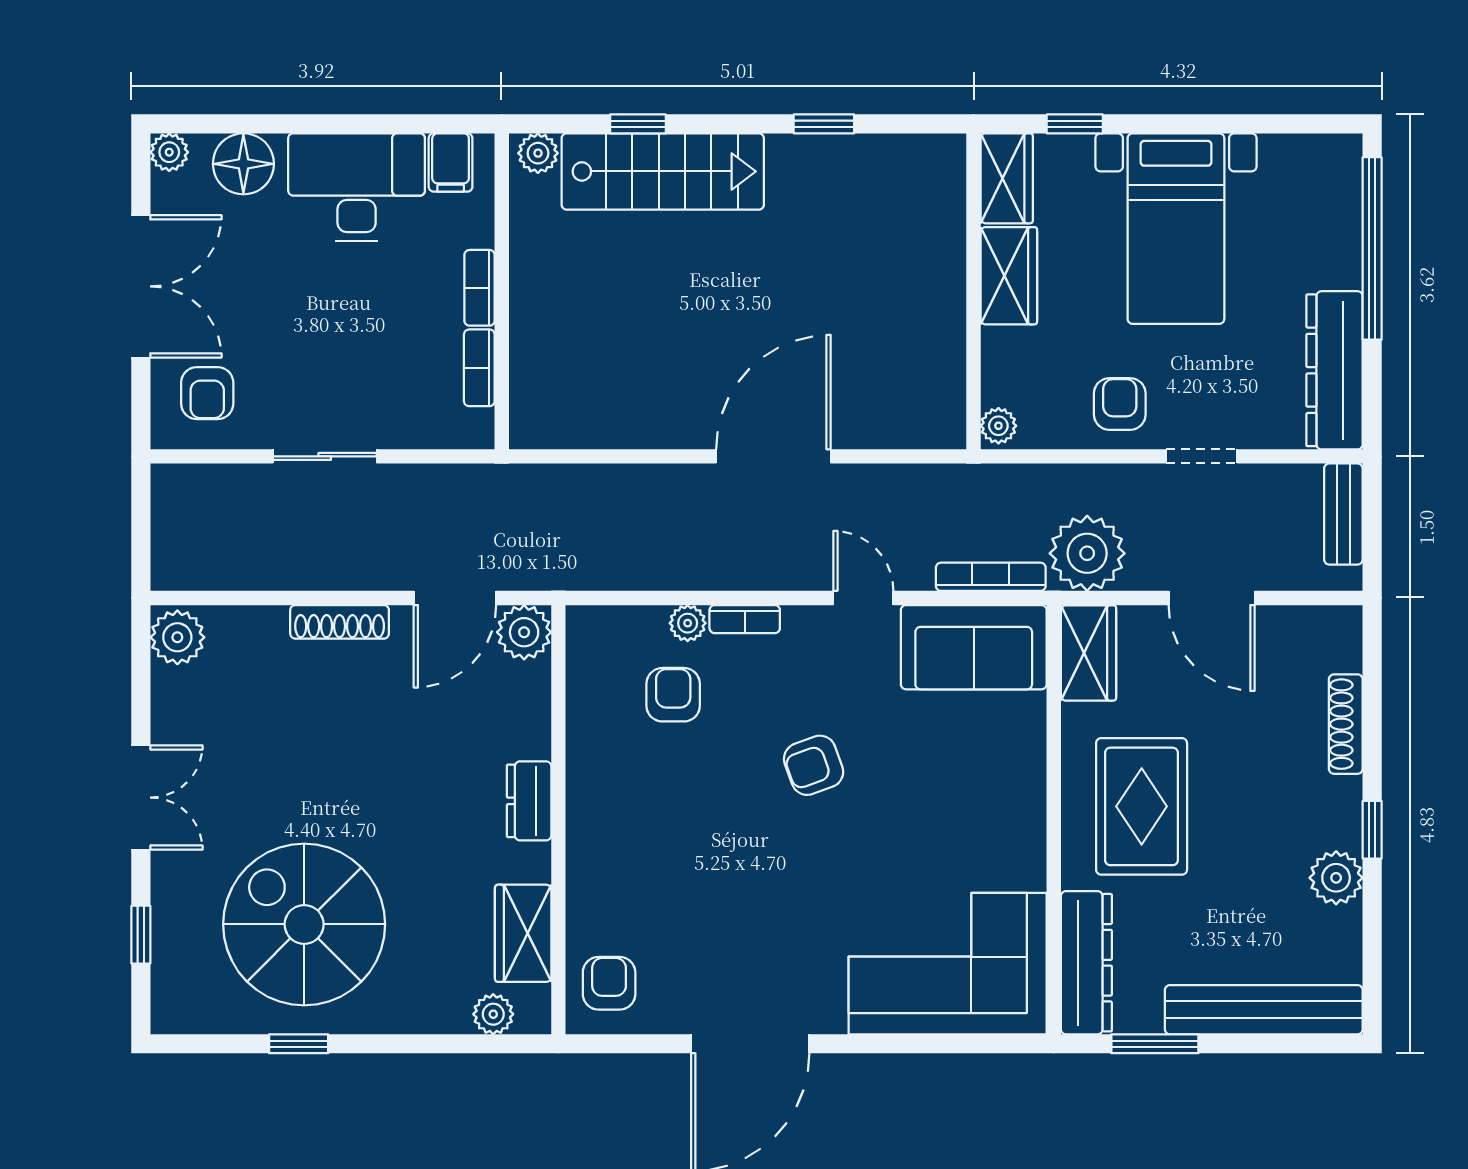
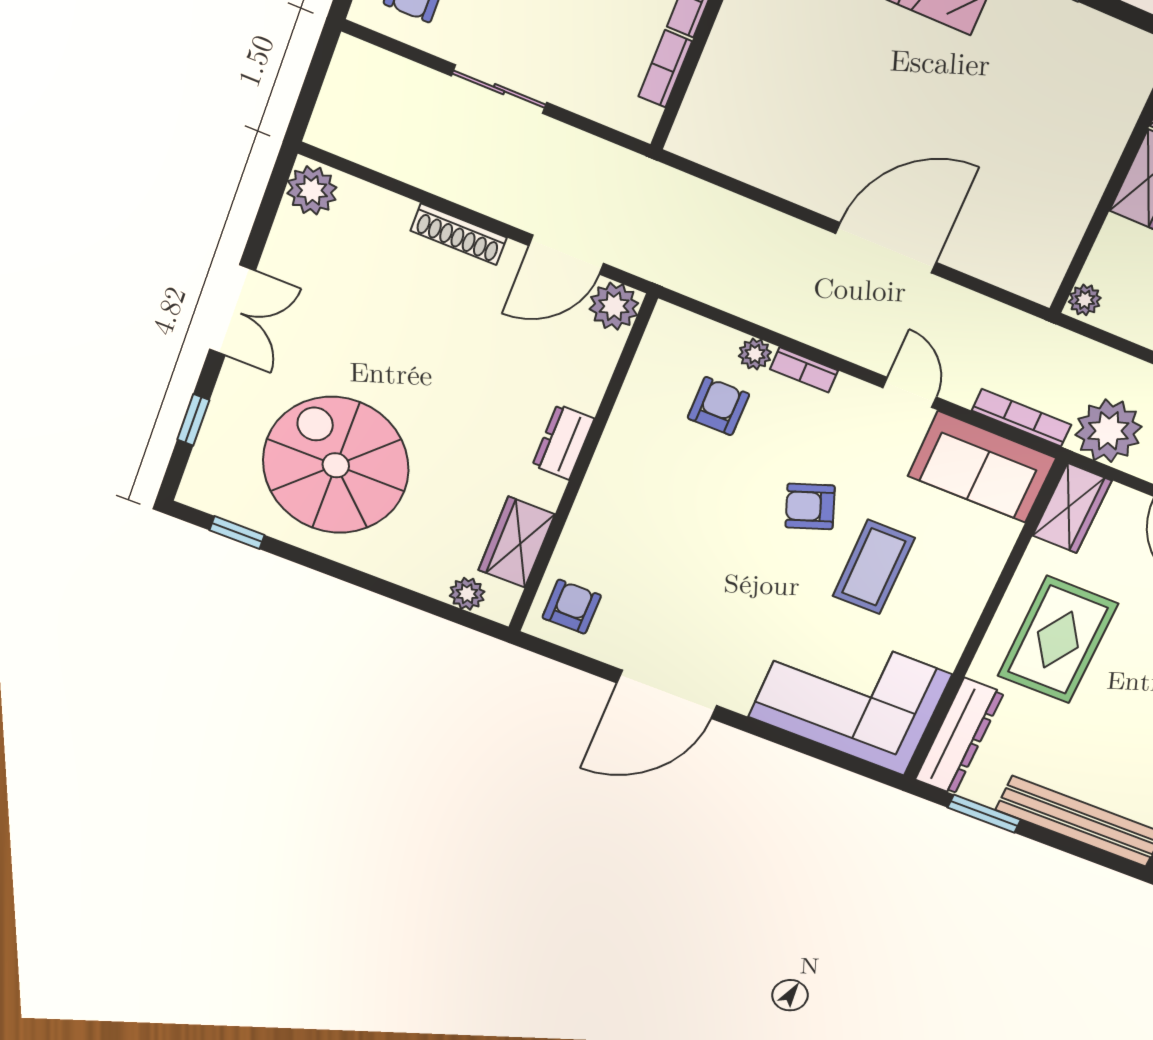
coffee table: (909, 805) -> (874, 567), added
window: (299, 1044) -> (237, 533), moved

